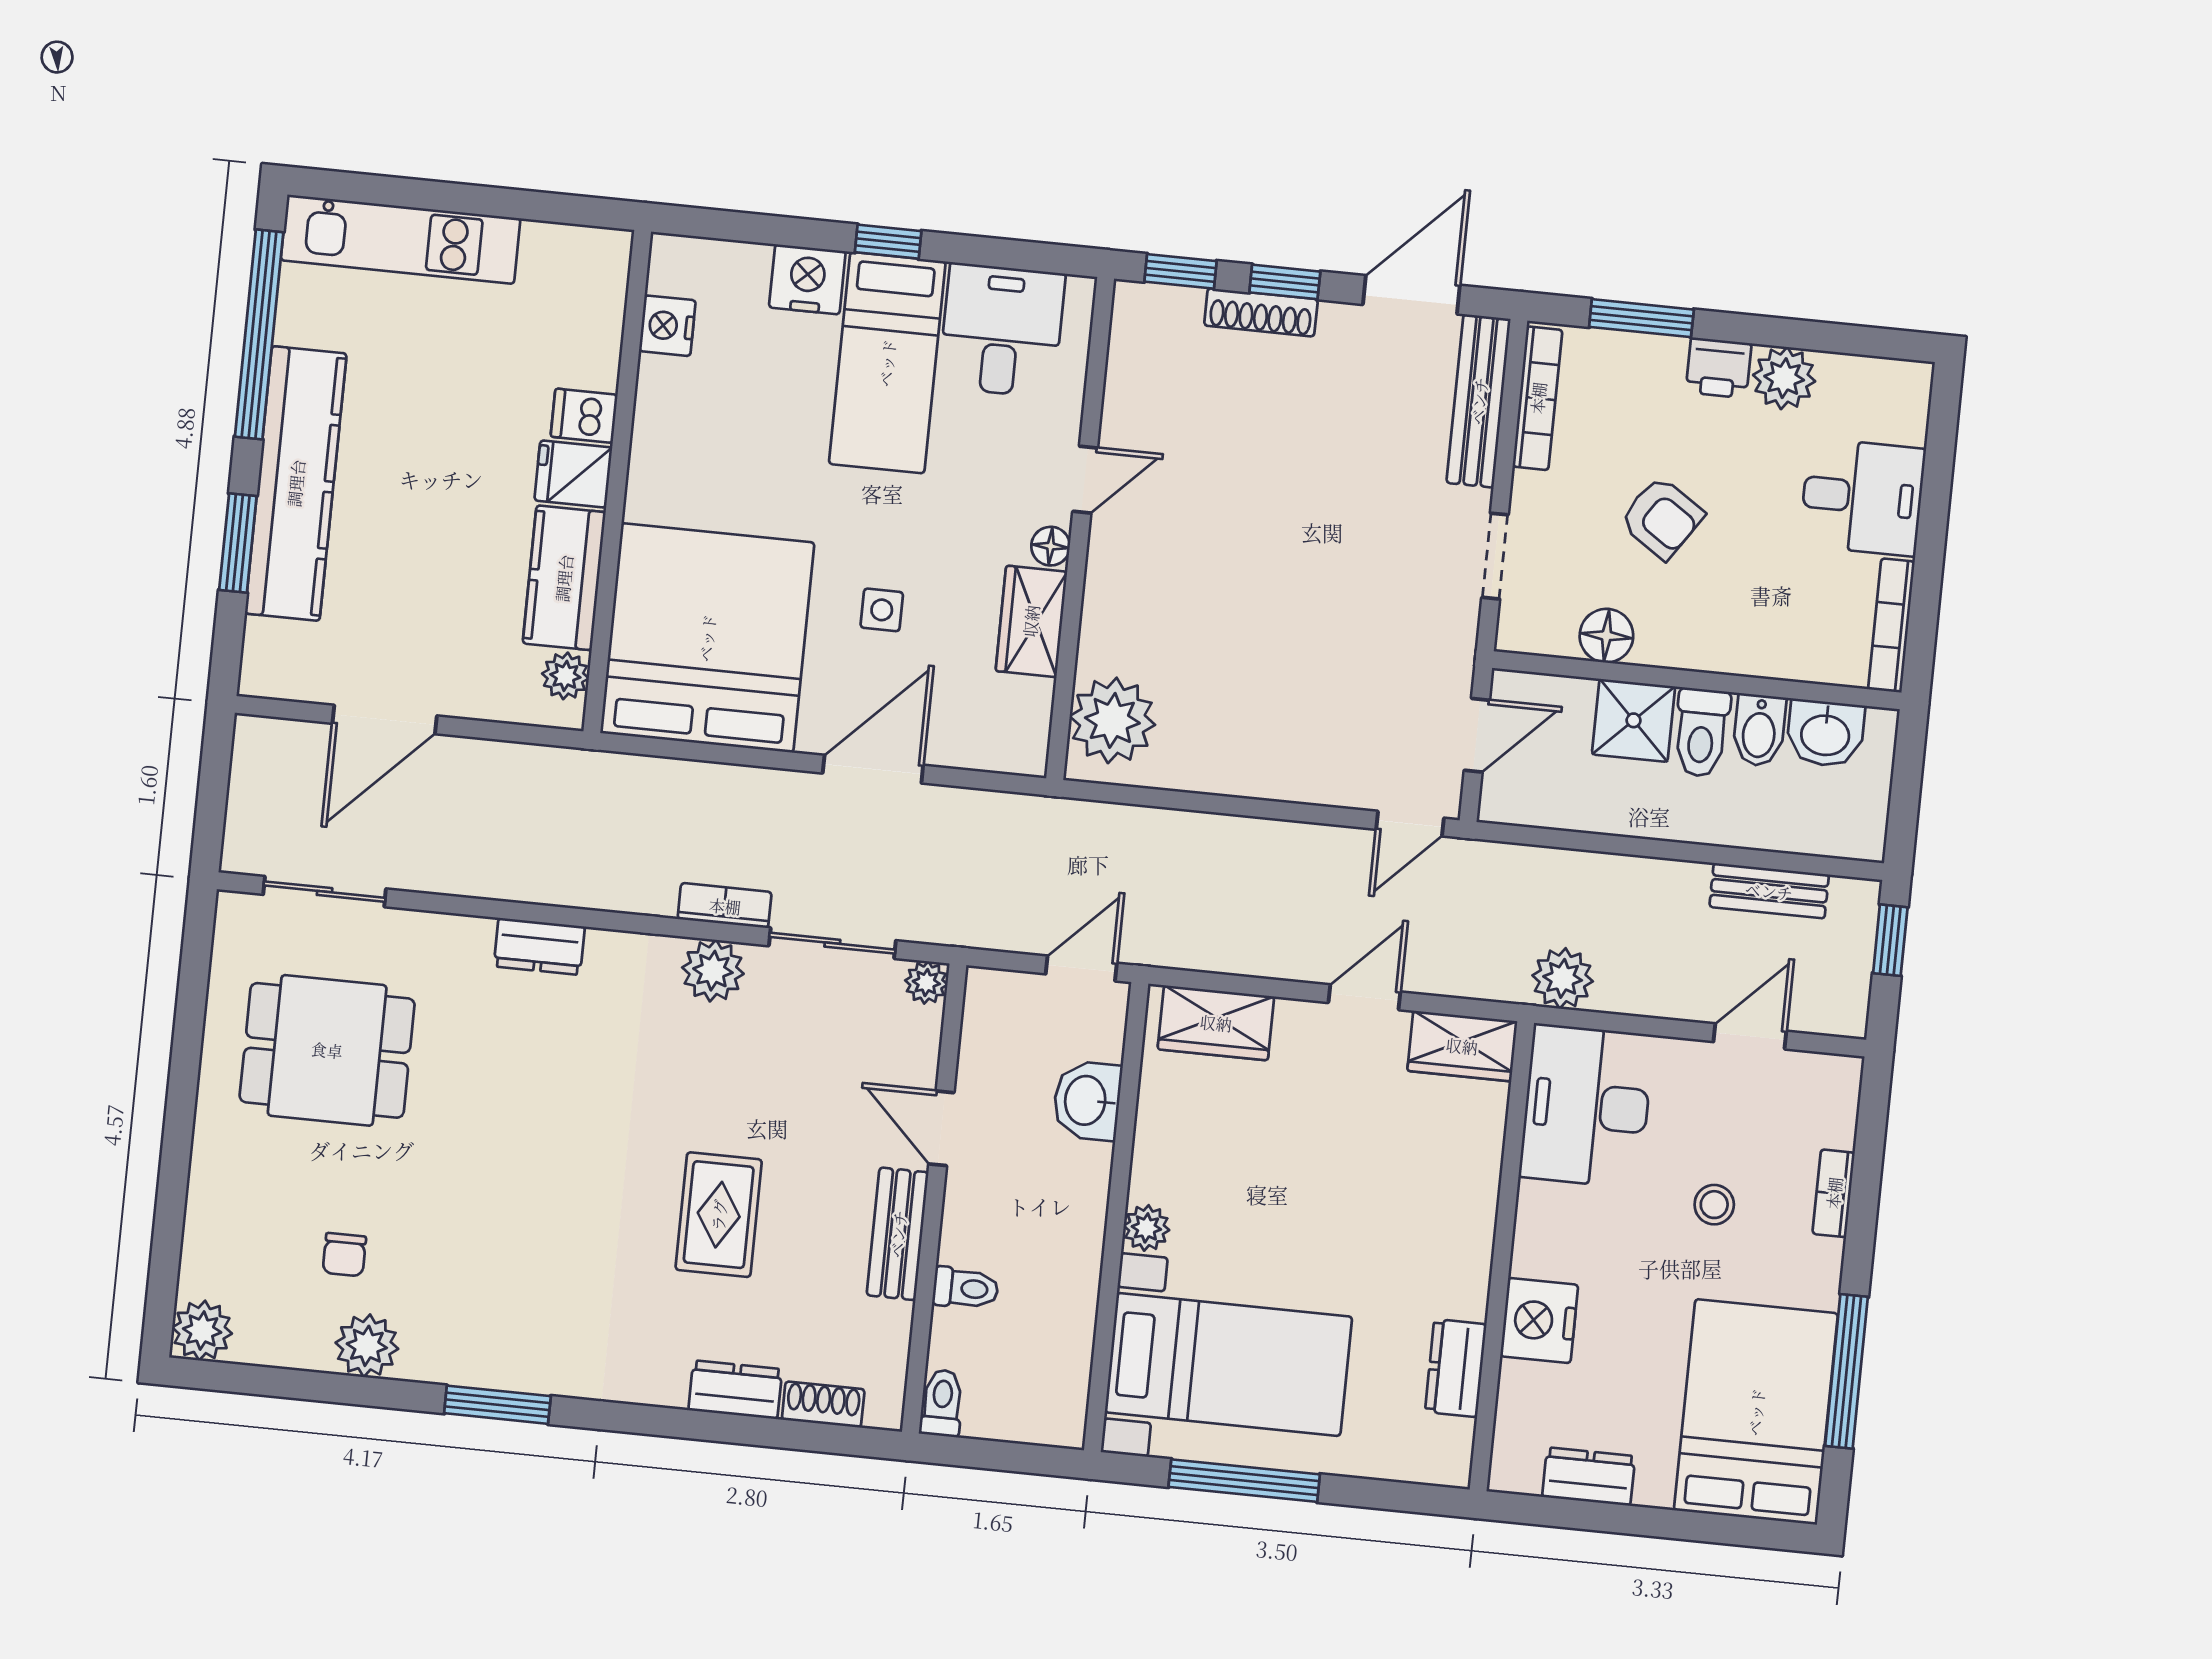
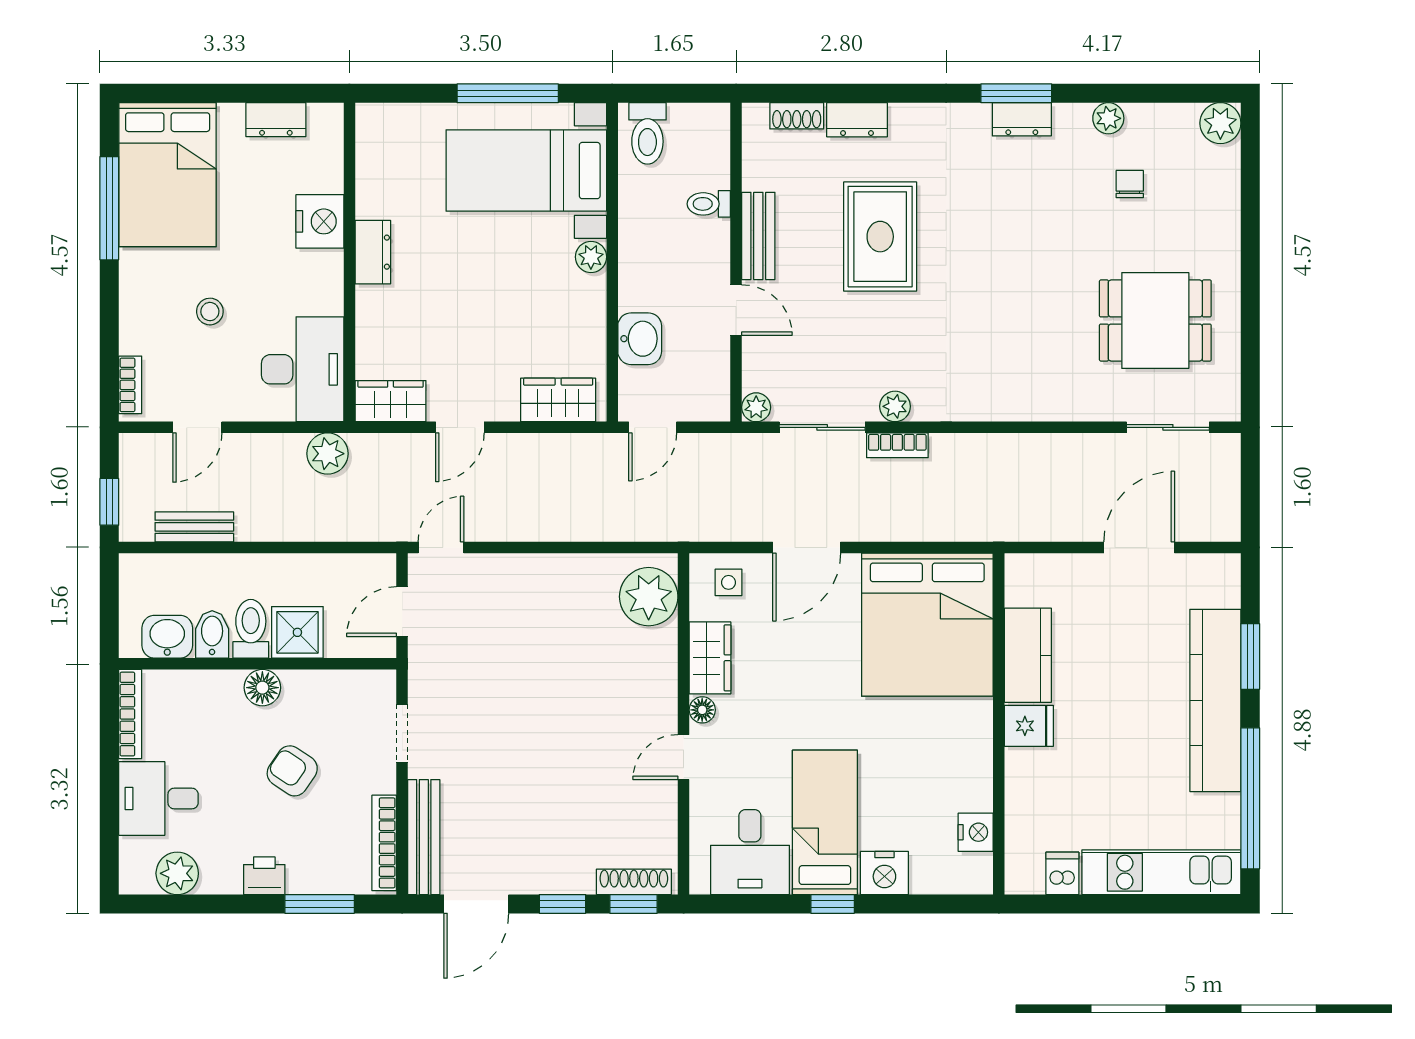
shoe rack: (1261, 312) -> (634, 882), moved
plant: (1784, 378) -> (177, 873), moved
dishwasher: (584, 416) -> (1062, 873), moved, turned -90
side table: (882, 610) -> (729, 582), moved
floor lamp: (1606, 636) -> (262, 688), moved
plant: (565, 676) -> (1020, 589), removed
dresser: (539, 946) -> (1022, 119), moved, turned 180
plant: (713, 971) -> (895, 406), width x0.73, depth x0.73
bookcase: (1834, 1193) -> (130, 385), moved
rug: (719, 1215) -> (880, 237), width x1.36, depth x1.43
plant: (367, 1346) -> (1108, 118), width x0.73, depth x0.73
dresser: (1456, 1368) -> (373, 252), moved
toilet: (942, 1403) -> (647, 133), moved, width x1.37, depth x1.39

